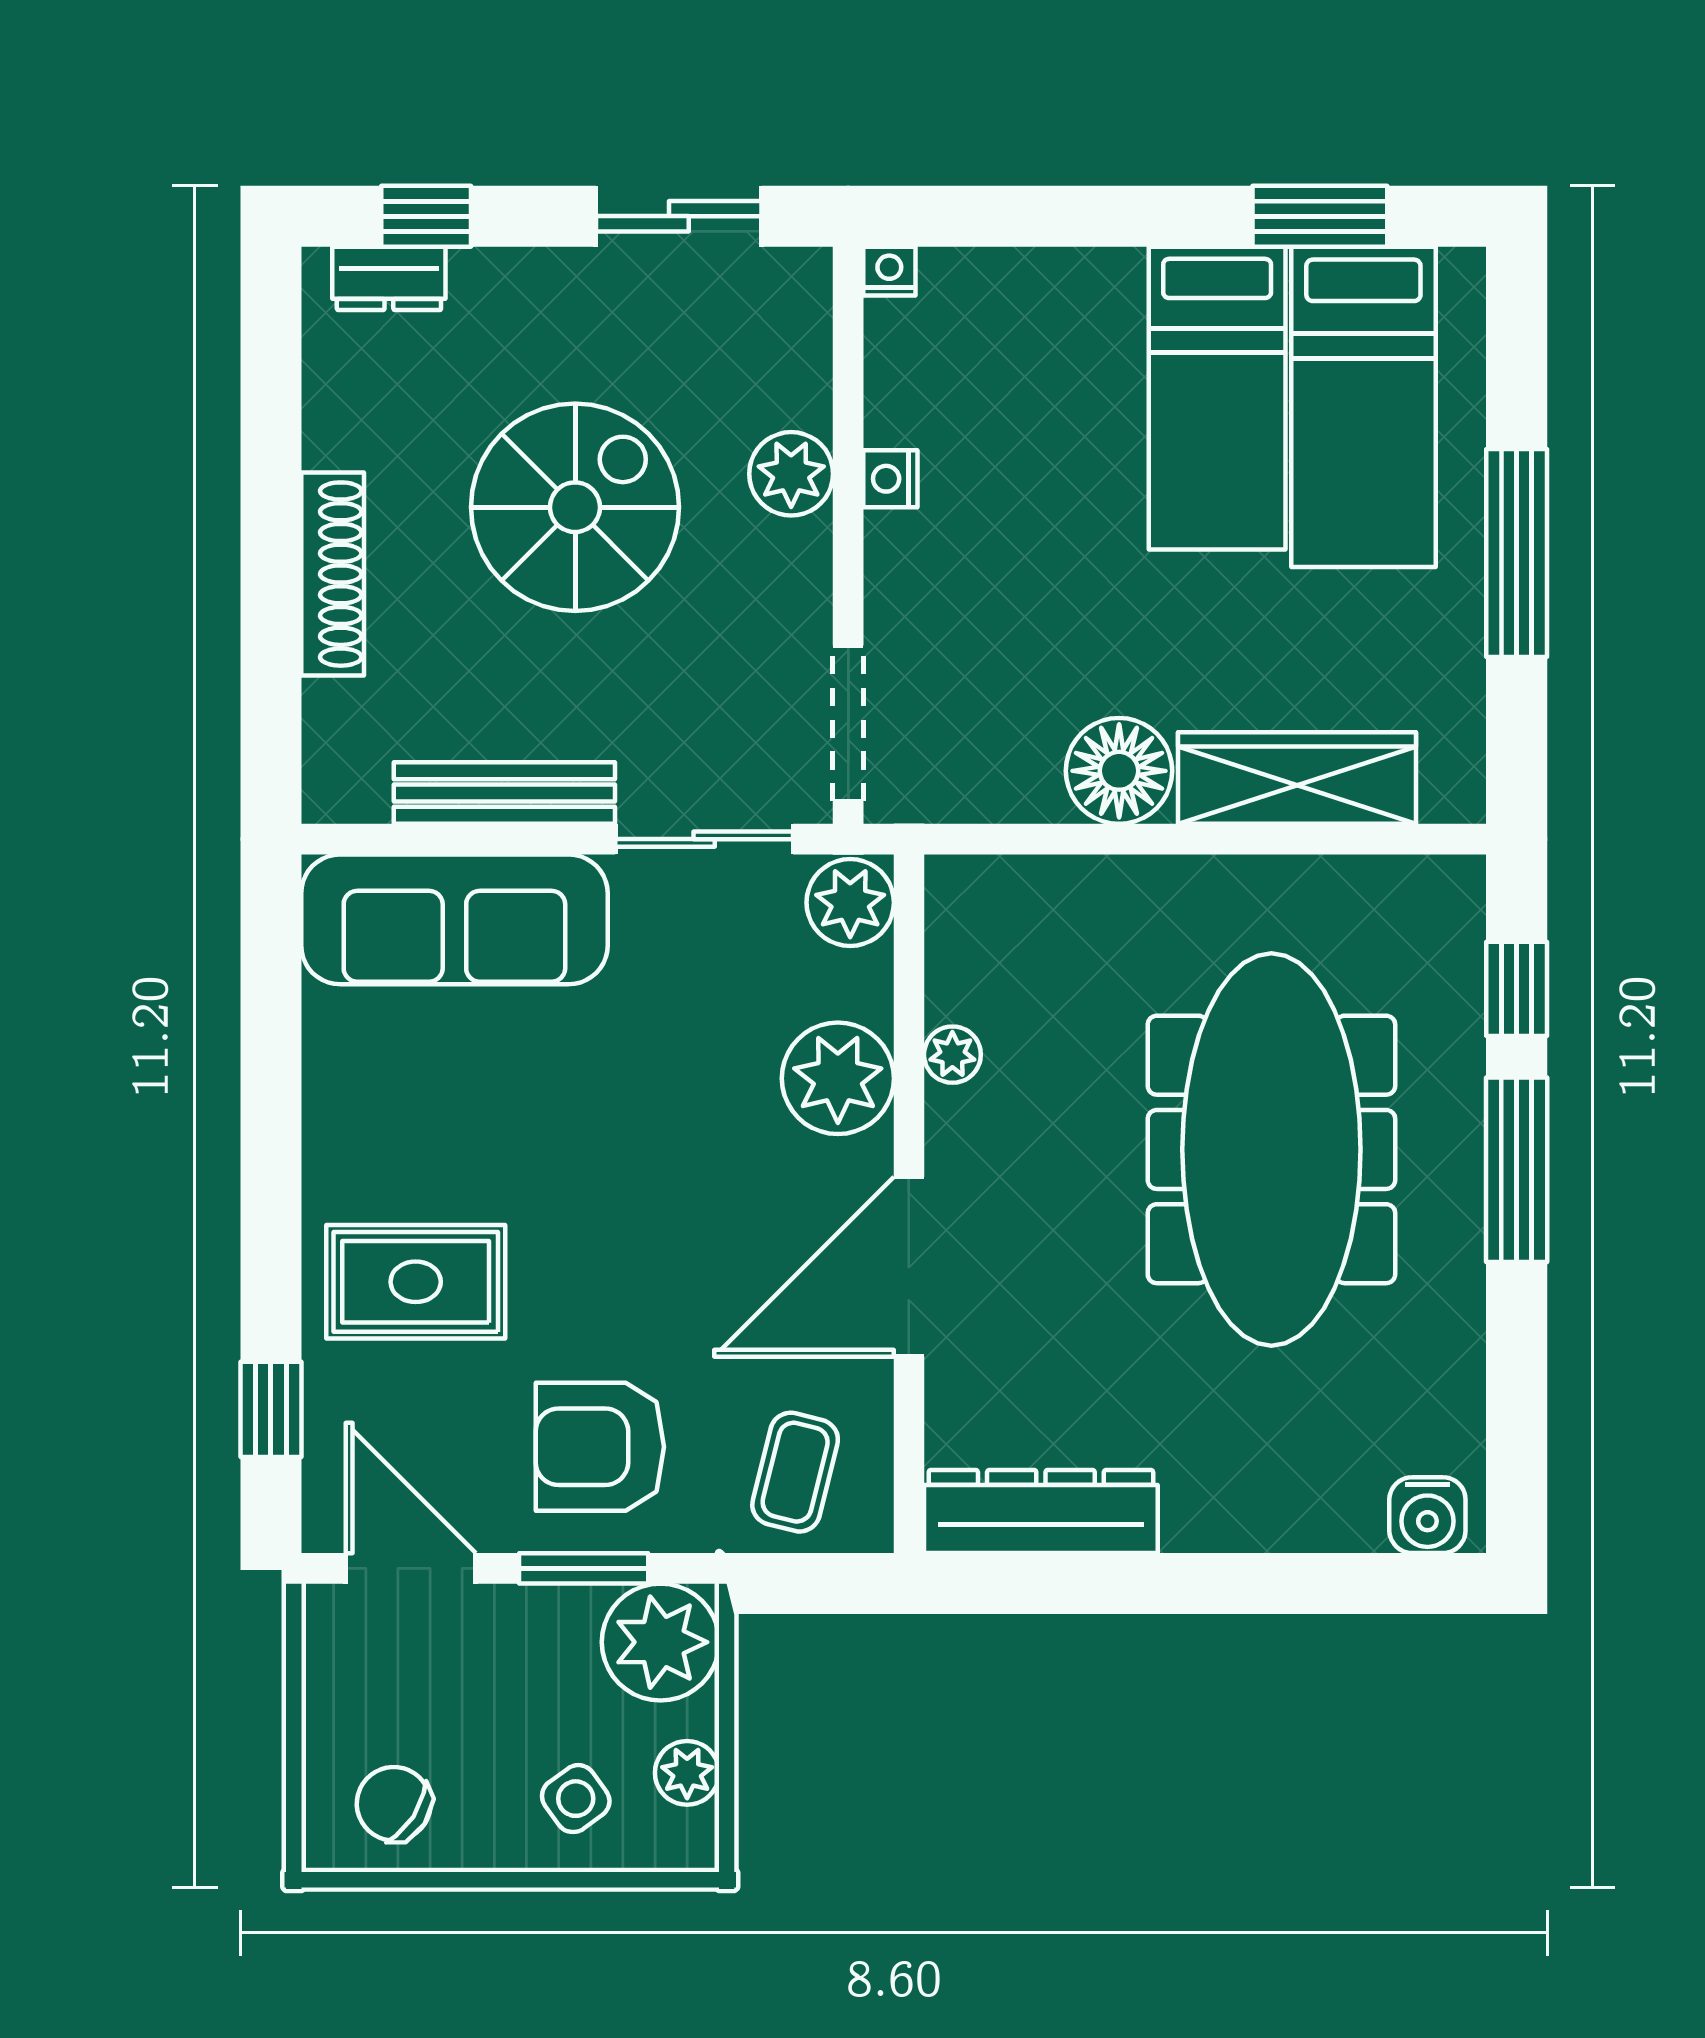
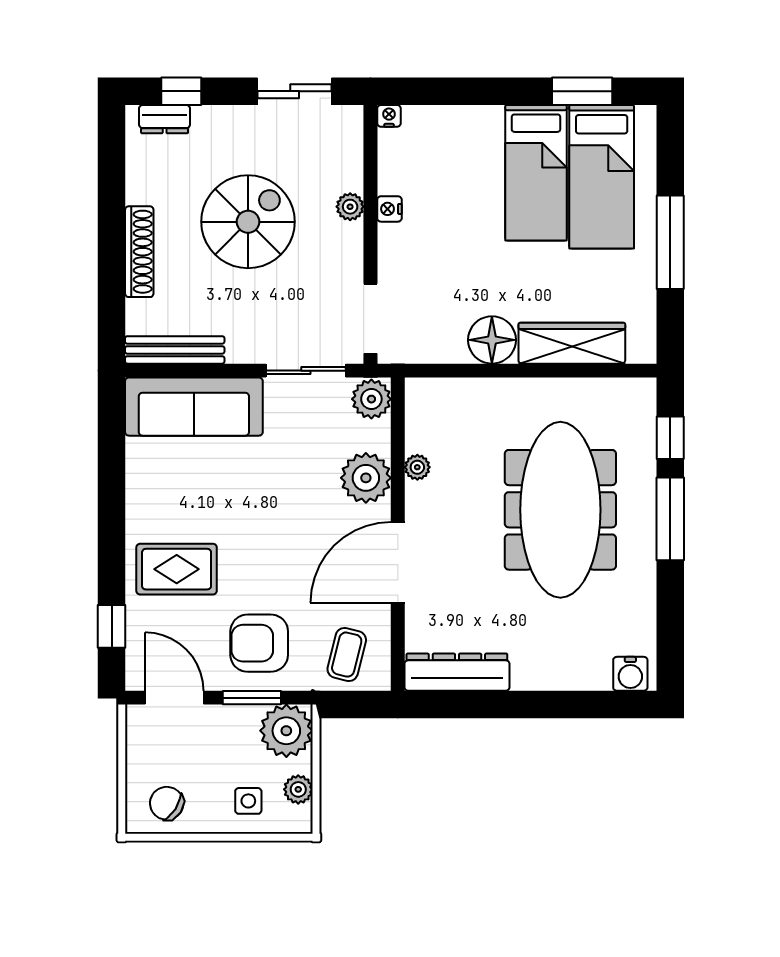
plant: (791, 474) -> (350, 207), width x0.73, depth x0.73
bench: (504, 793) -> (175, 350), moved
side table: (576, 1799) -> (248, 801), turned 36

